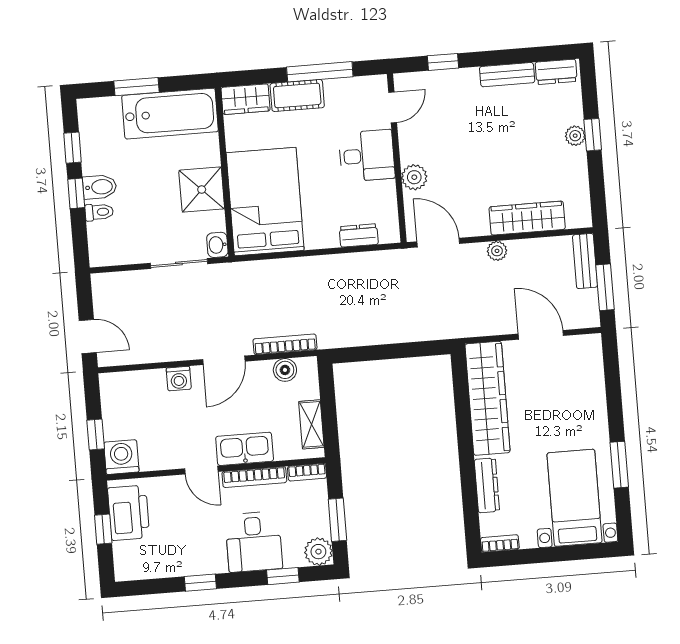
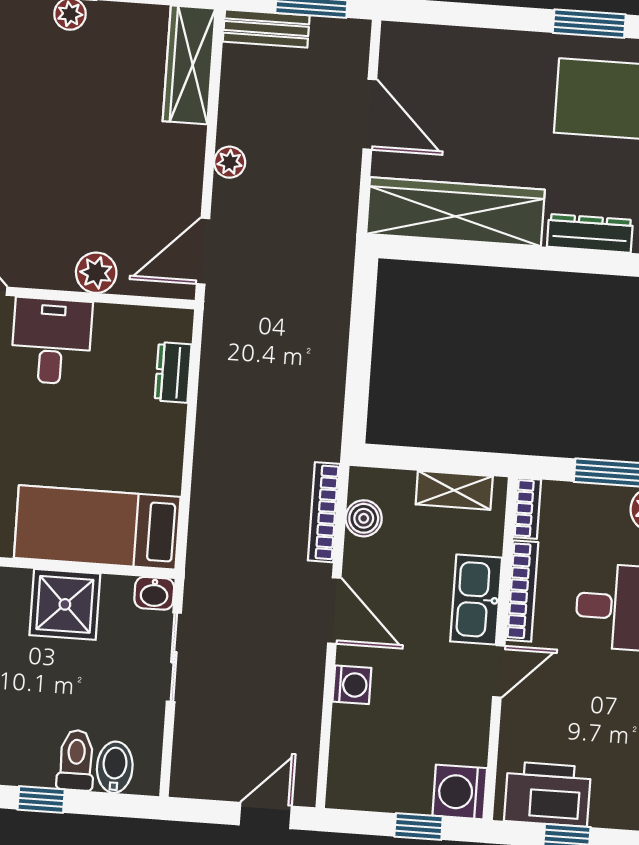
bidet: (100, 187) -> (115, 767), moved
bed: (265, 202) -> (97, 527), width x0.67
toilet: (99, 212) -> (76, 760), width x1.37, depth x1.39
wardrobe: (527, 218) -> (189, 65), moved
door: (541, 335) -> (370, 114), swing flipped

